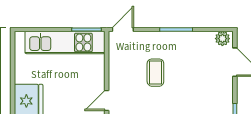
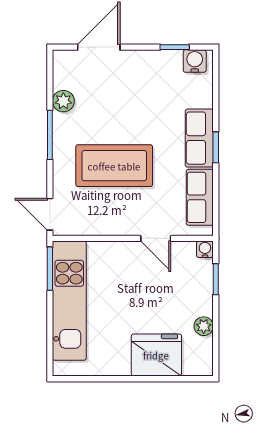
plant: (222, 39) -> (63, 101), moved
coffee table: (155, 73) -> (114, 166), width x1.86, depth x1.72

